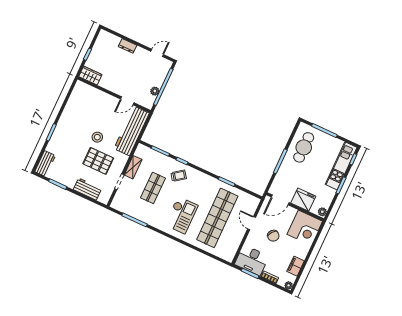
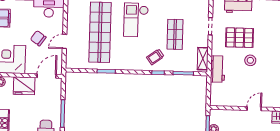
door: (127, 101) -> (254, 109), moved
workbench: (132, 131) -> (218, 69), width x0.53, depth x0.76
shelving: (133, 167) -> (203, 59), moved
door: (252, 223) -> (65, 41), swing flipped

